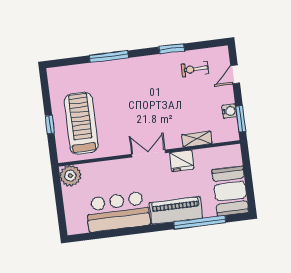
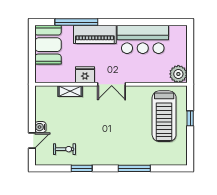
water cooler: (229, 111) -> (40, 127), moved
window: (241, 119) -> (32, 103), removed

